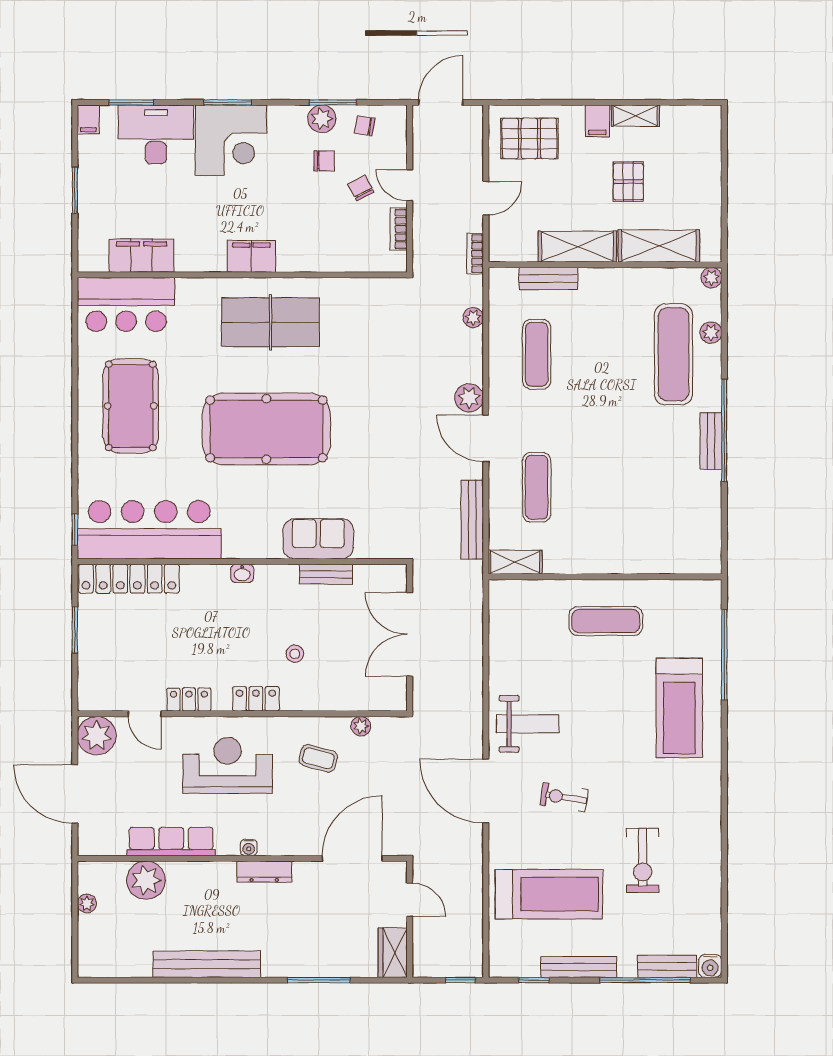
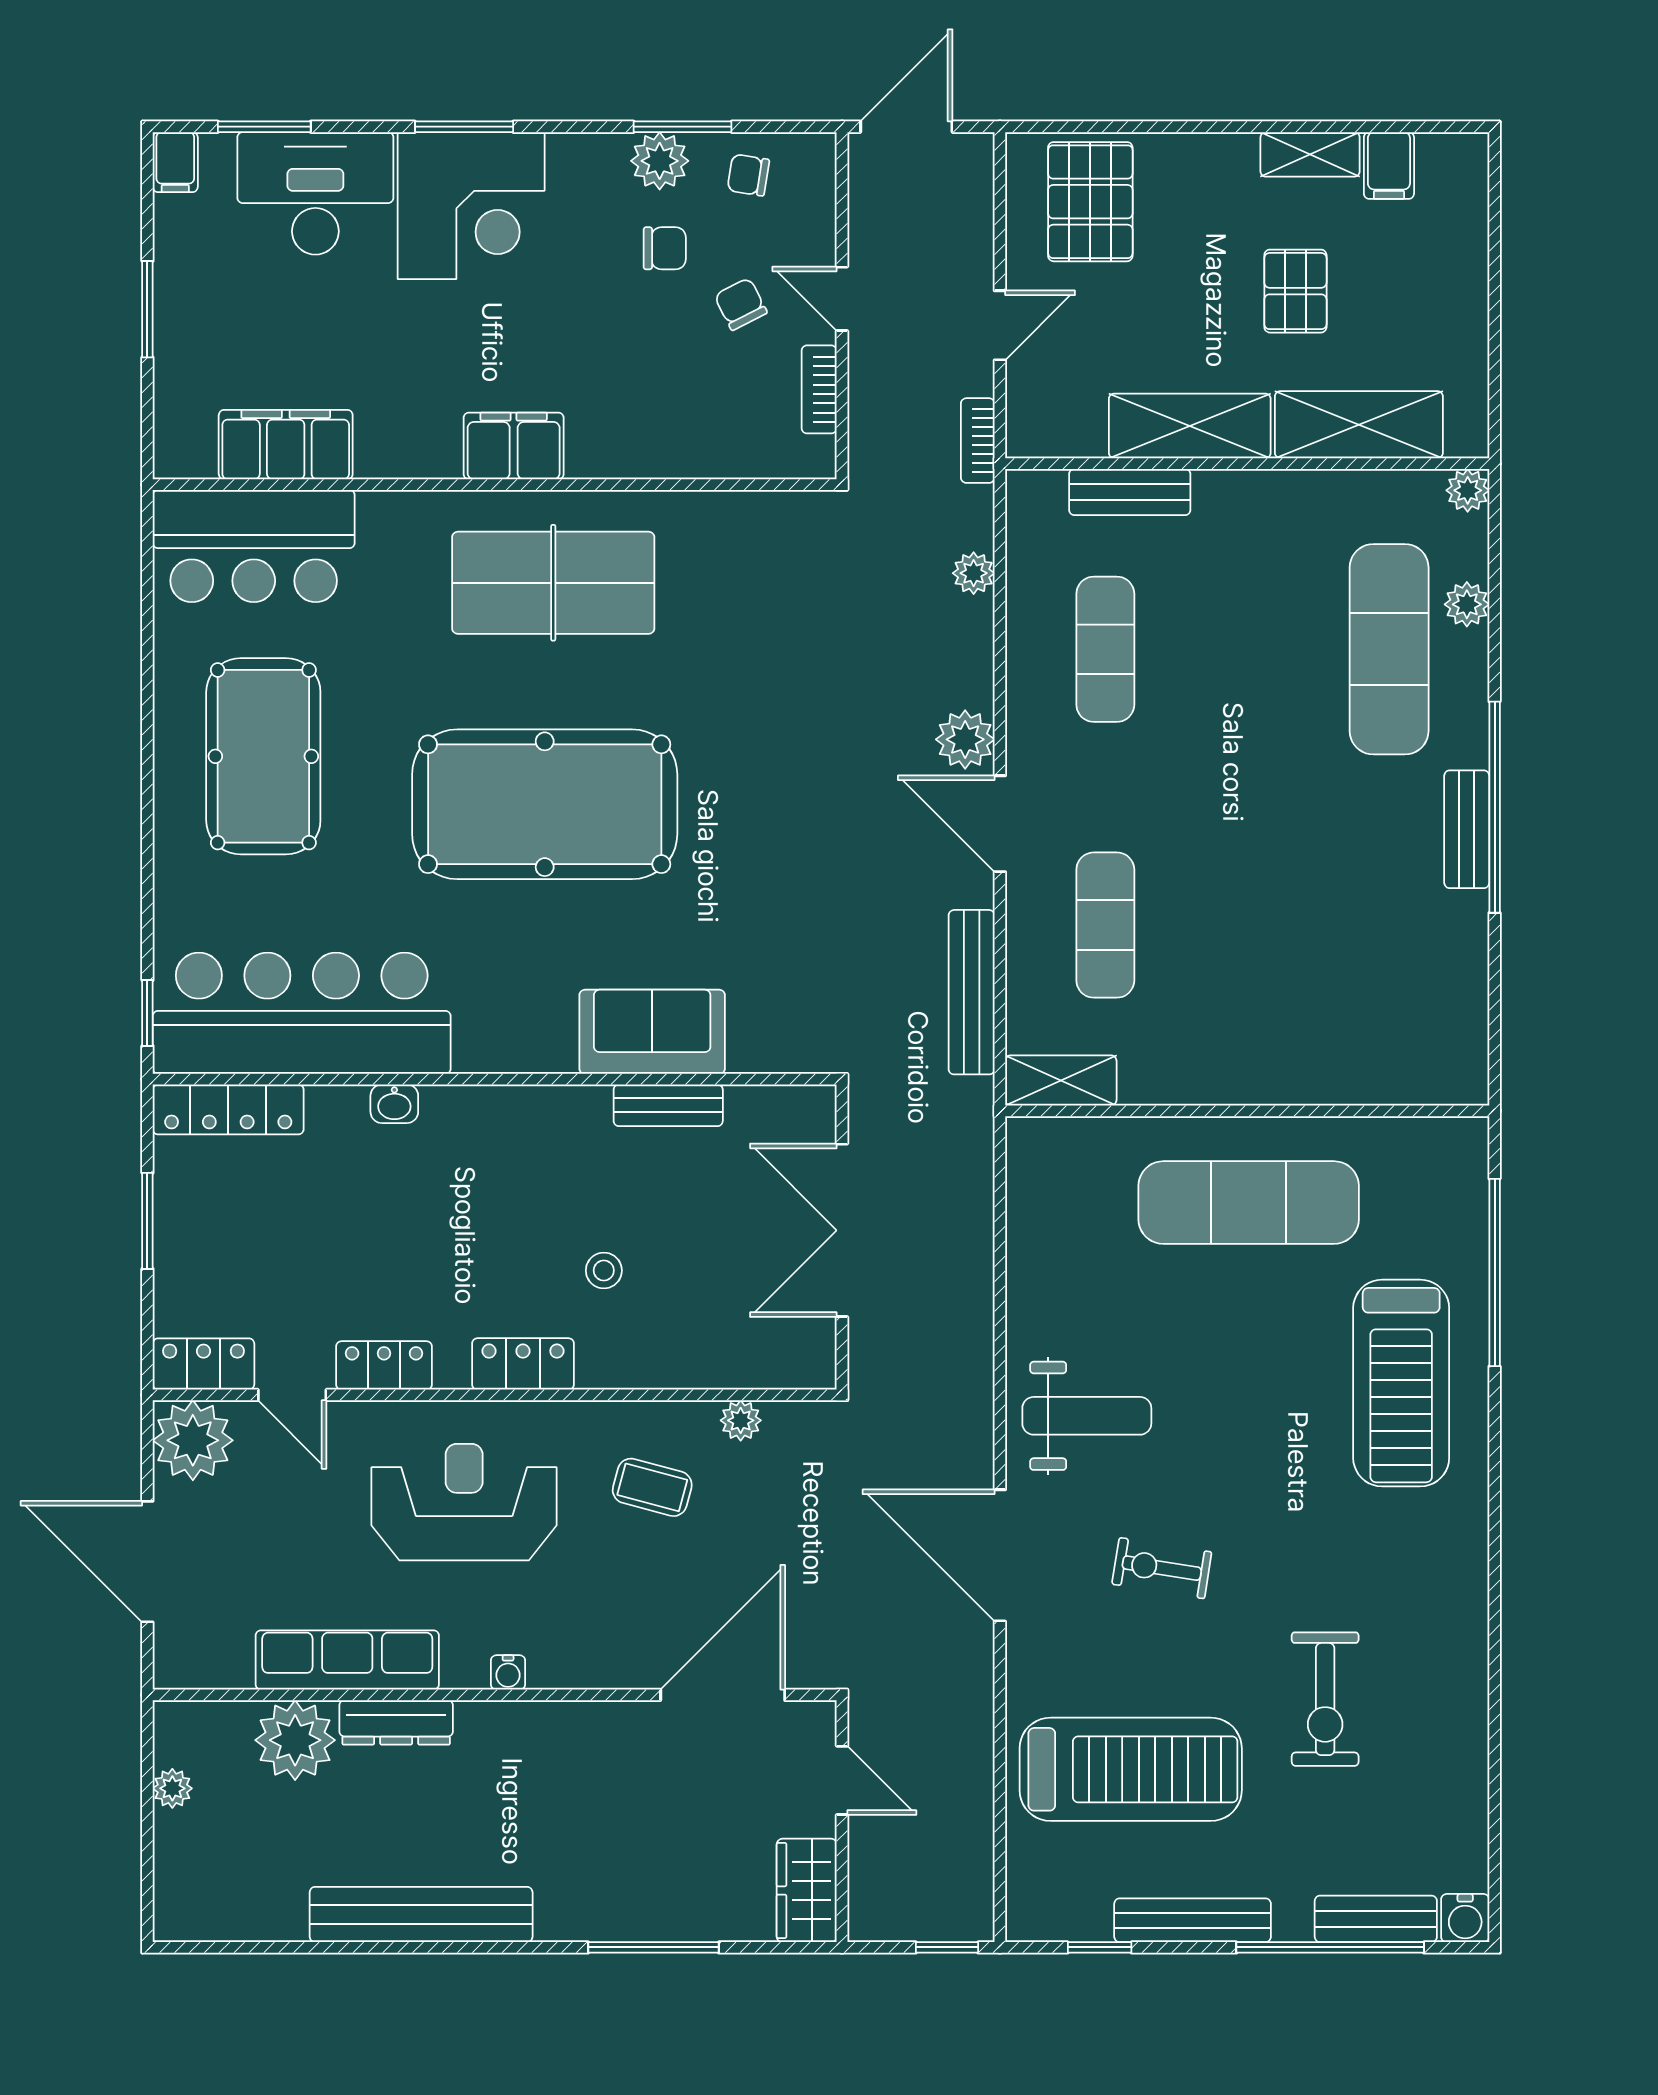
filing cabinet: (597, 121) -> (1389, 165), moved
pallet: (529, 139) -> (1090, 202), turned 90
washbasin: (242, 573) -> (394, 1104), moved
locker: (129, 579) -> (228, 1109), width x0.71, depth x0.83
exercise mat: (606, 621) -> (1249, 1203), width x1.36, depth x1.45
locker: (102, 699) -> (203, 1364), added
dresser: (264, 872) -> (396, 1722), moved

